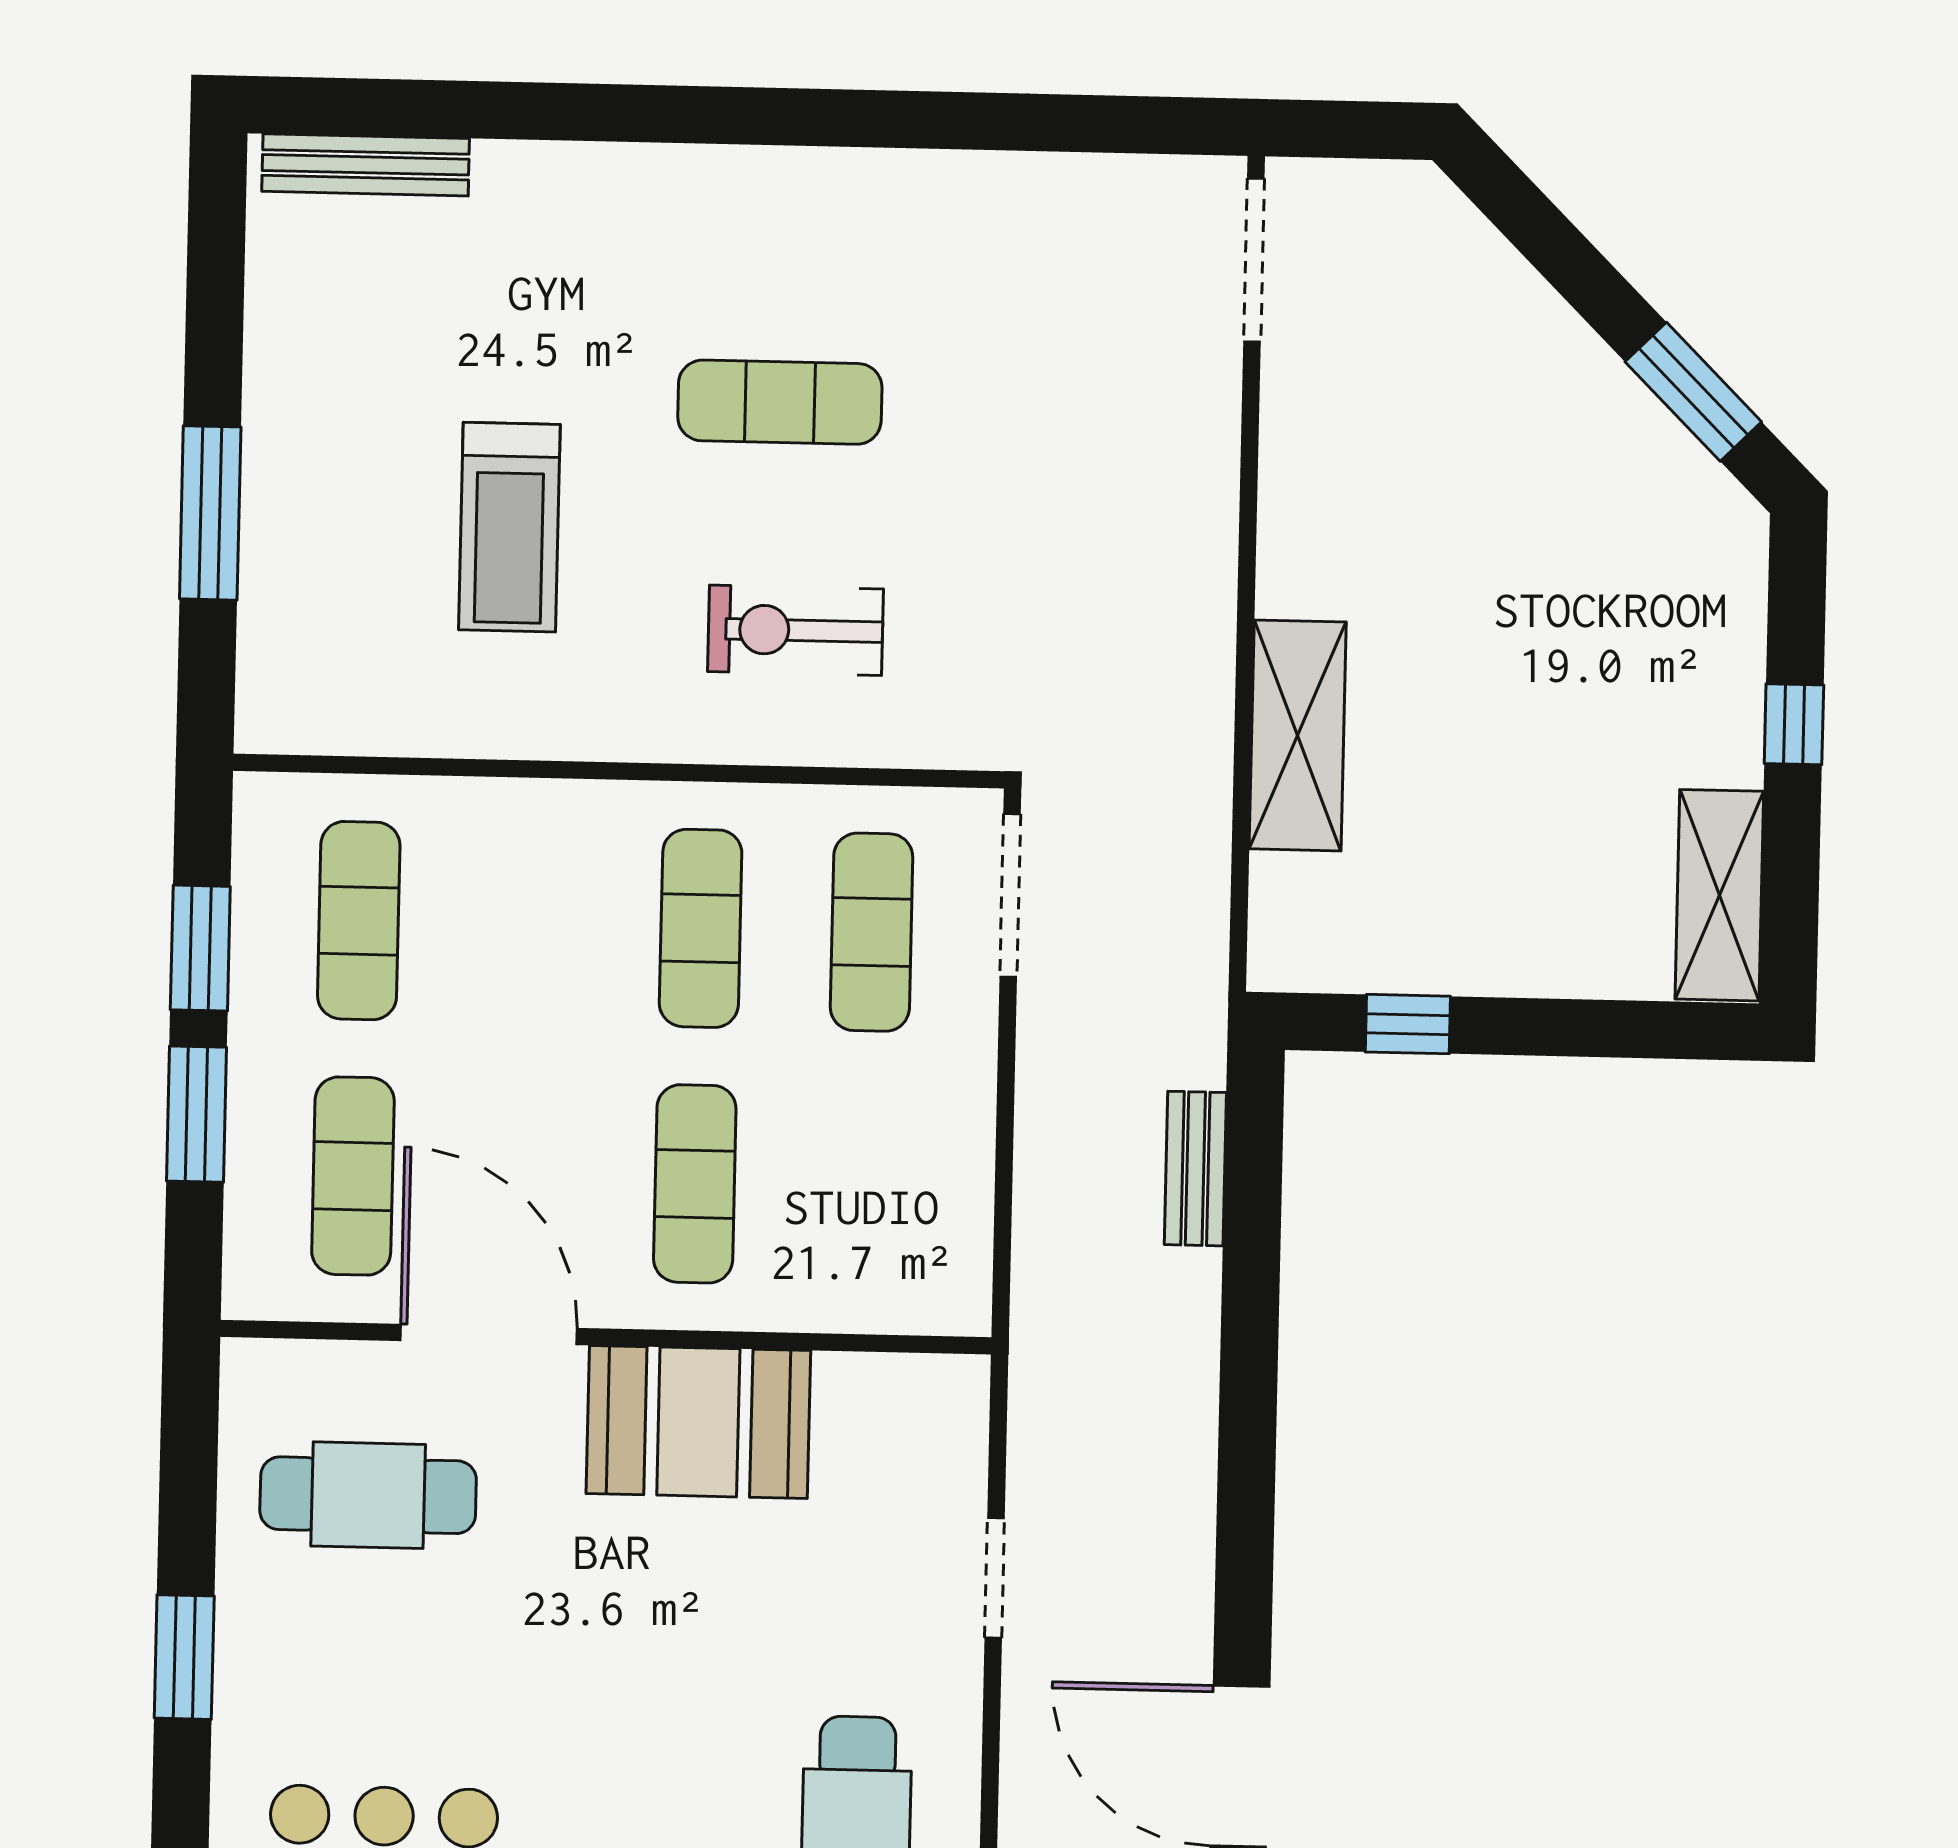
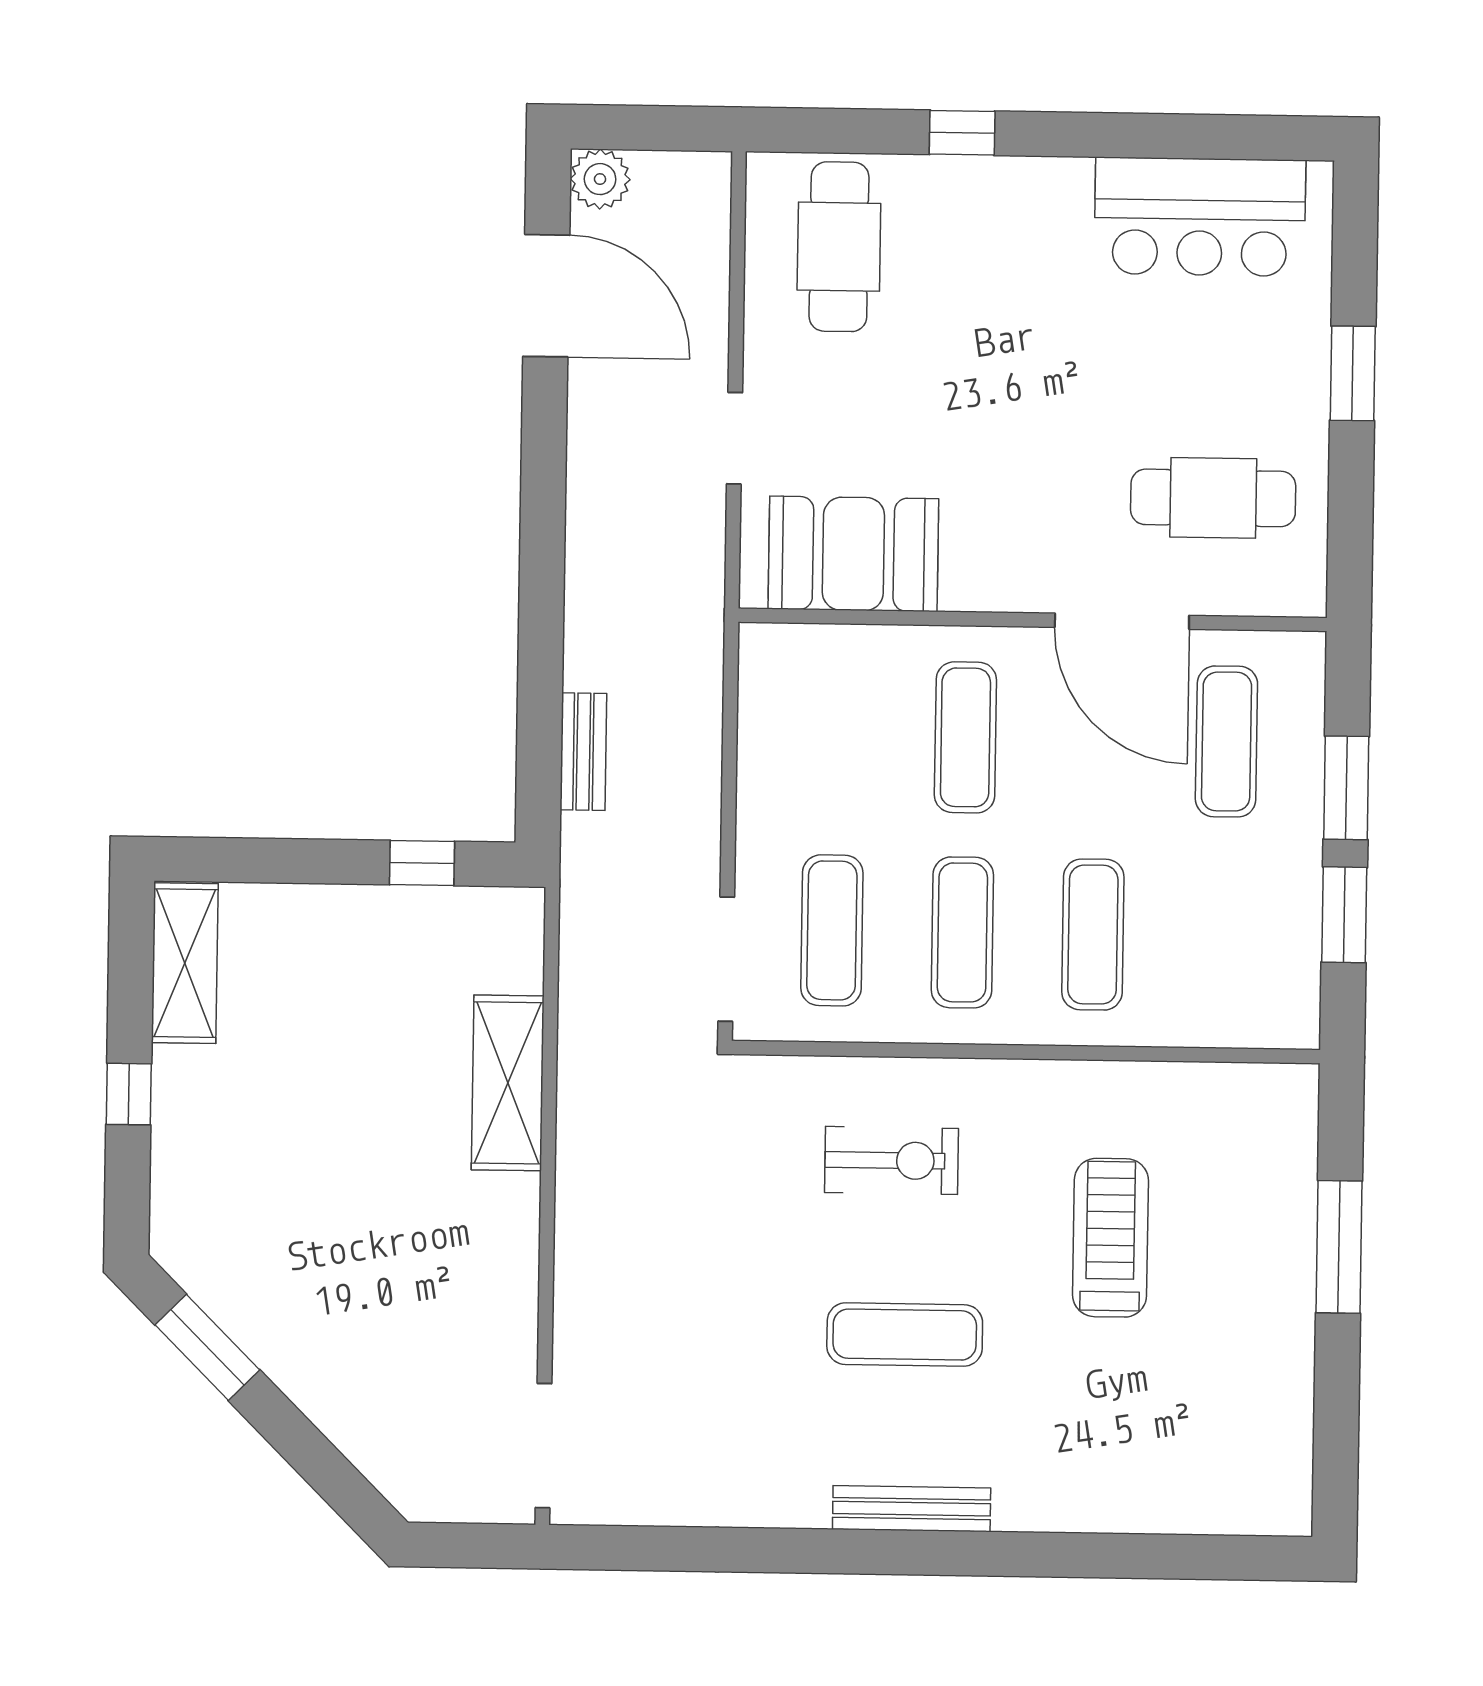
bench: (366, 165) -> (912, 1509), moved
exercise mat: (359, 921) -> (1093, 935), moved
booth: (698, 1422) -> (853, 554), moved

